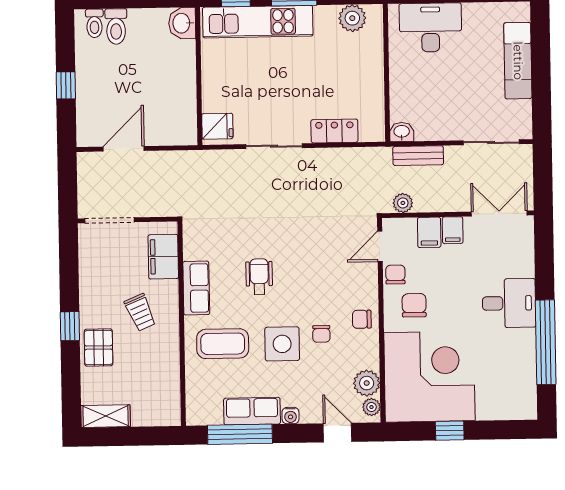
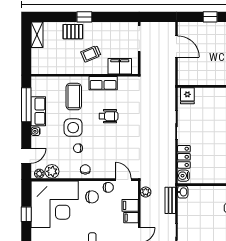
water cooler: (370, 131) -> (183, 176), added

